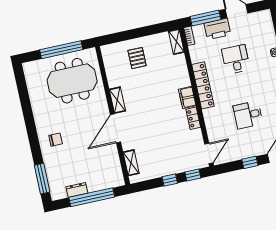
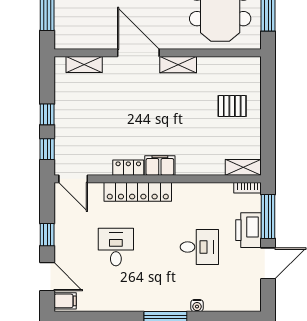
locker: (203, 85) -> (138, 192), moved

